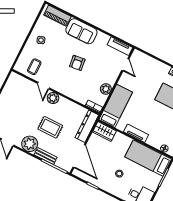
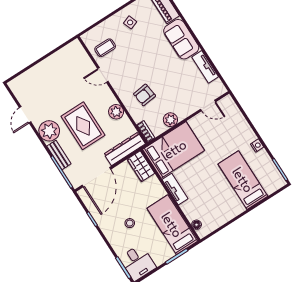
tv unit: (120, 46) -> (205, 67), moved
armchair: (77, 63) -> (145, 95), moved
door: (125, 65) -> (208, 105), hinge flipped
door: (43, 86) -> (103, 75), hinge flipped
plant: (53, 98) -> (116, 112), moved
bed: (116, 106) -> (174, 150), width x1.50
rug: (50, 127) -> (83, 126), width x1.36, depth x1.43

